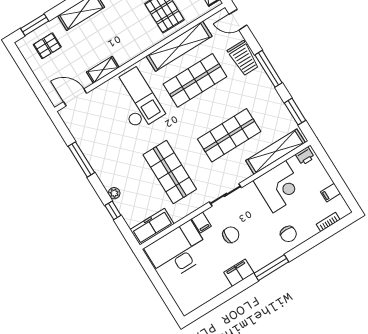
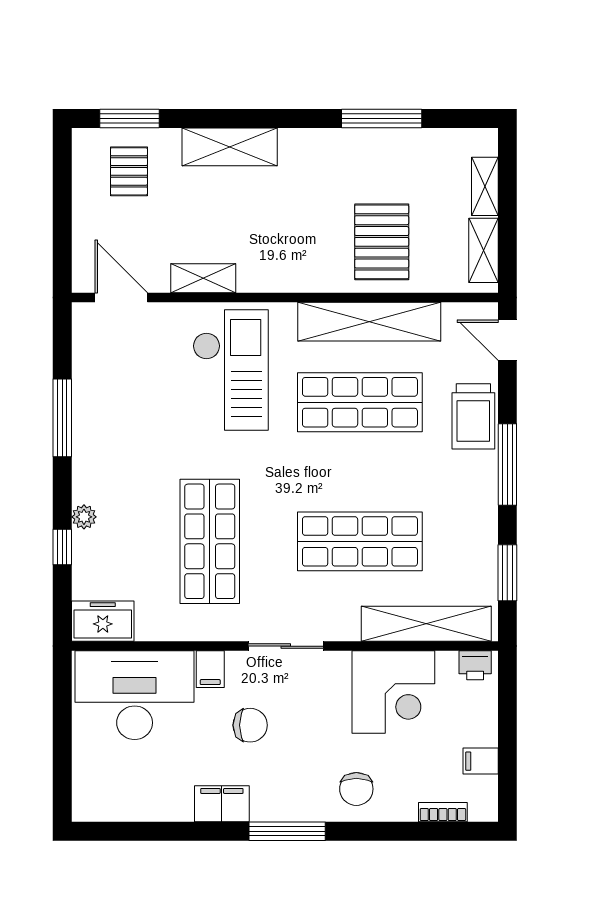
pallet: (47, 46) -> (129, 171), turned 90
freezer: (152, 227) -> (103, 621), width x0.71

